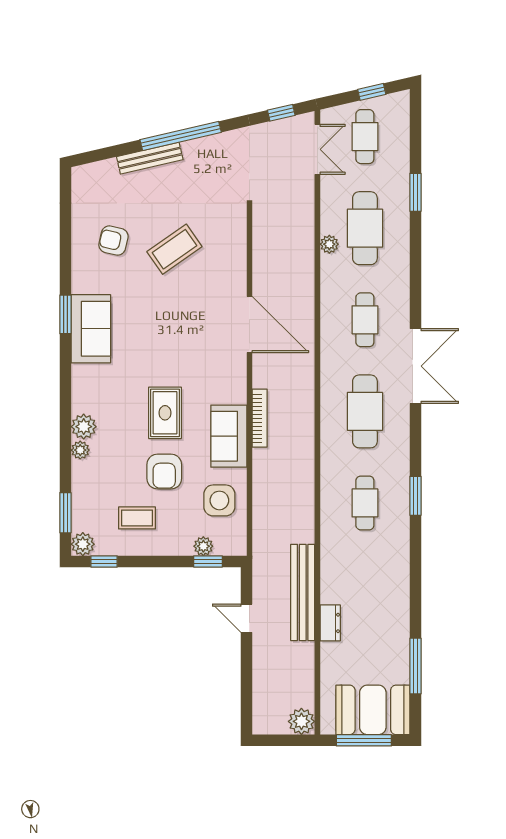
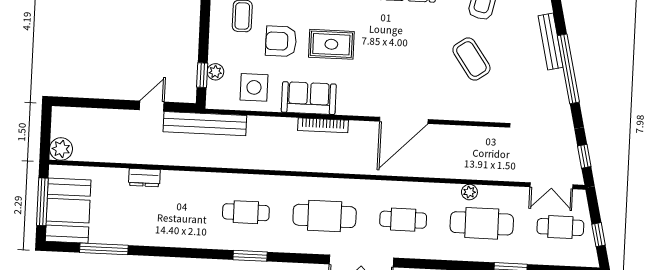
bench: (303, 592) -> (205, 124), moved

